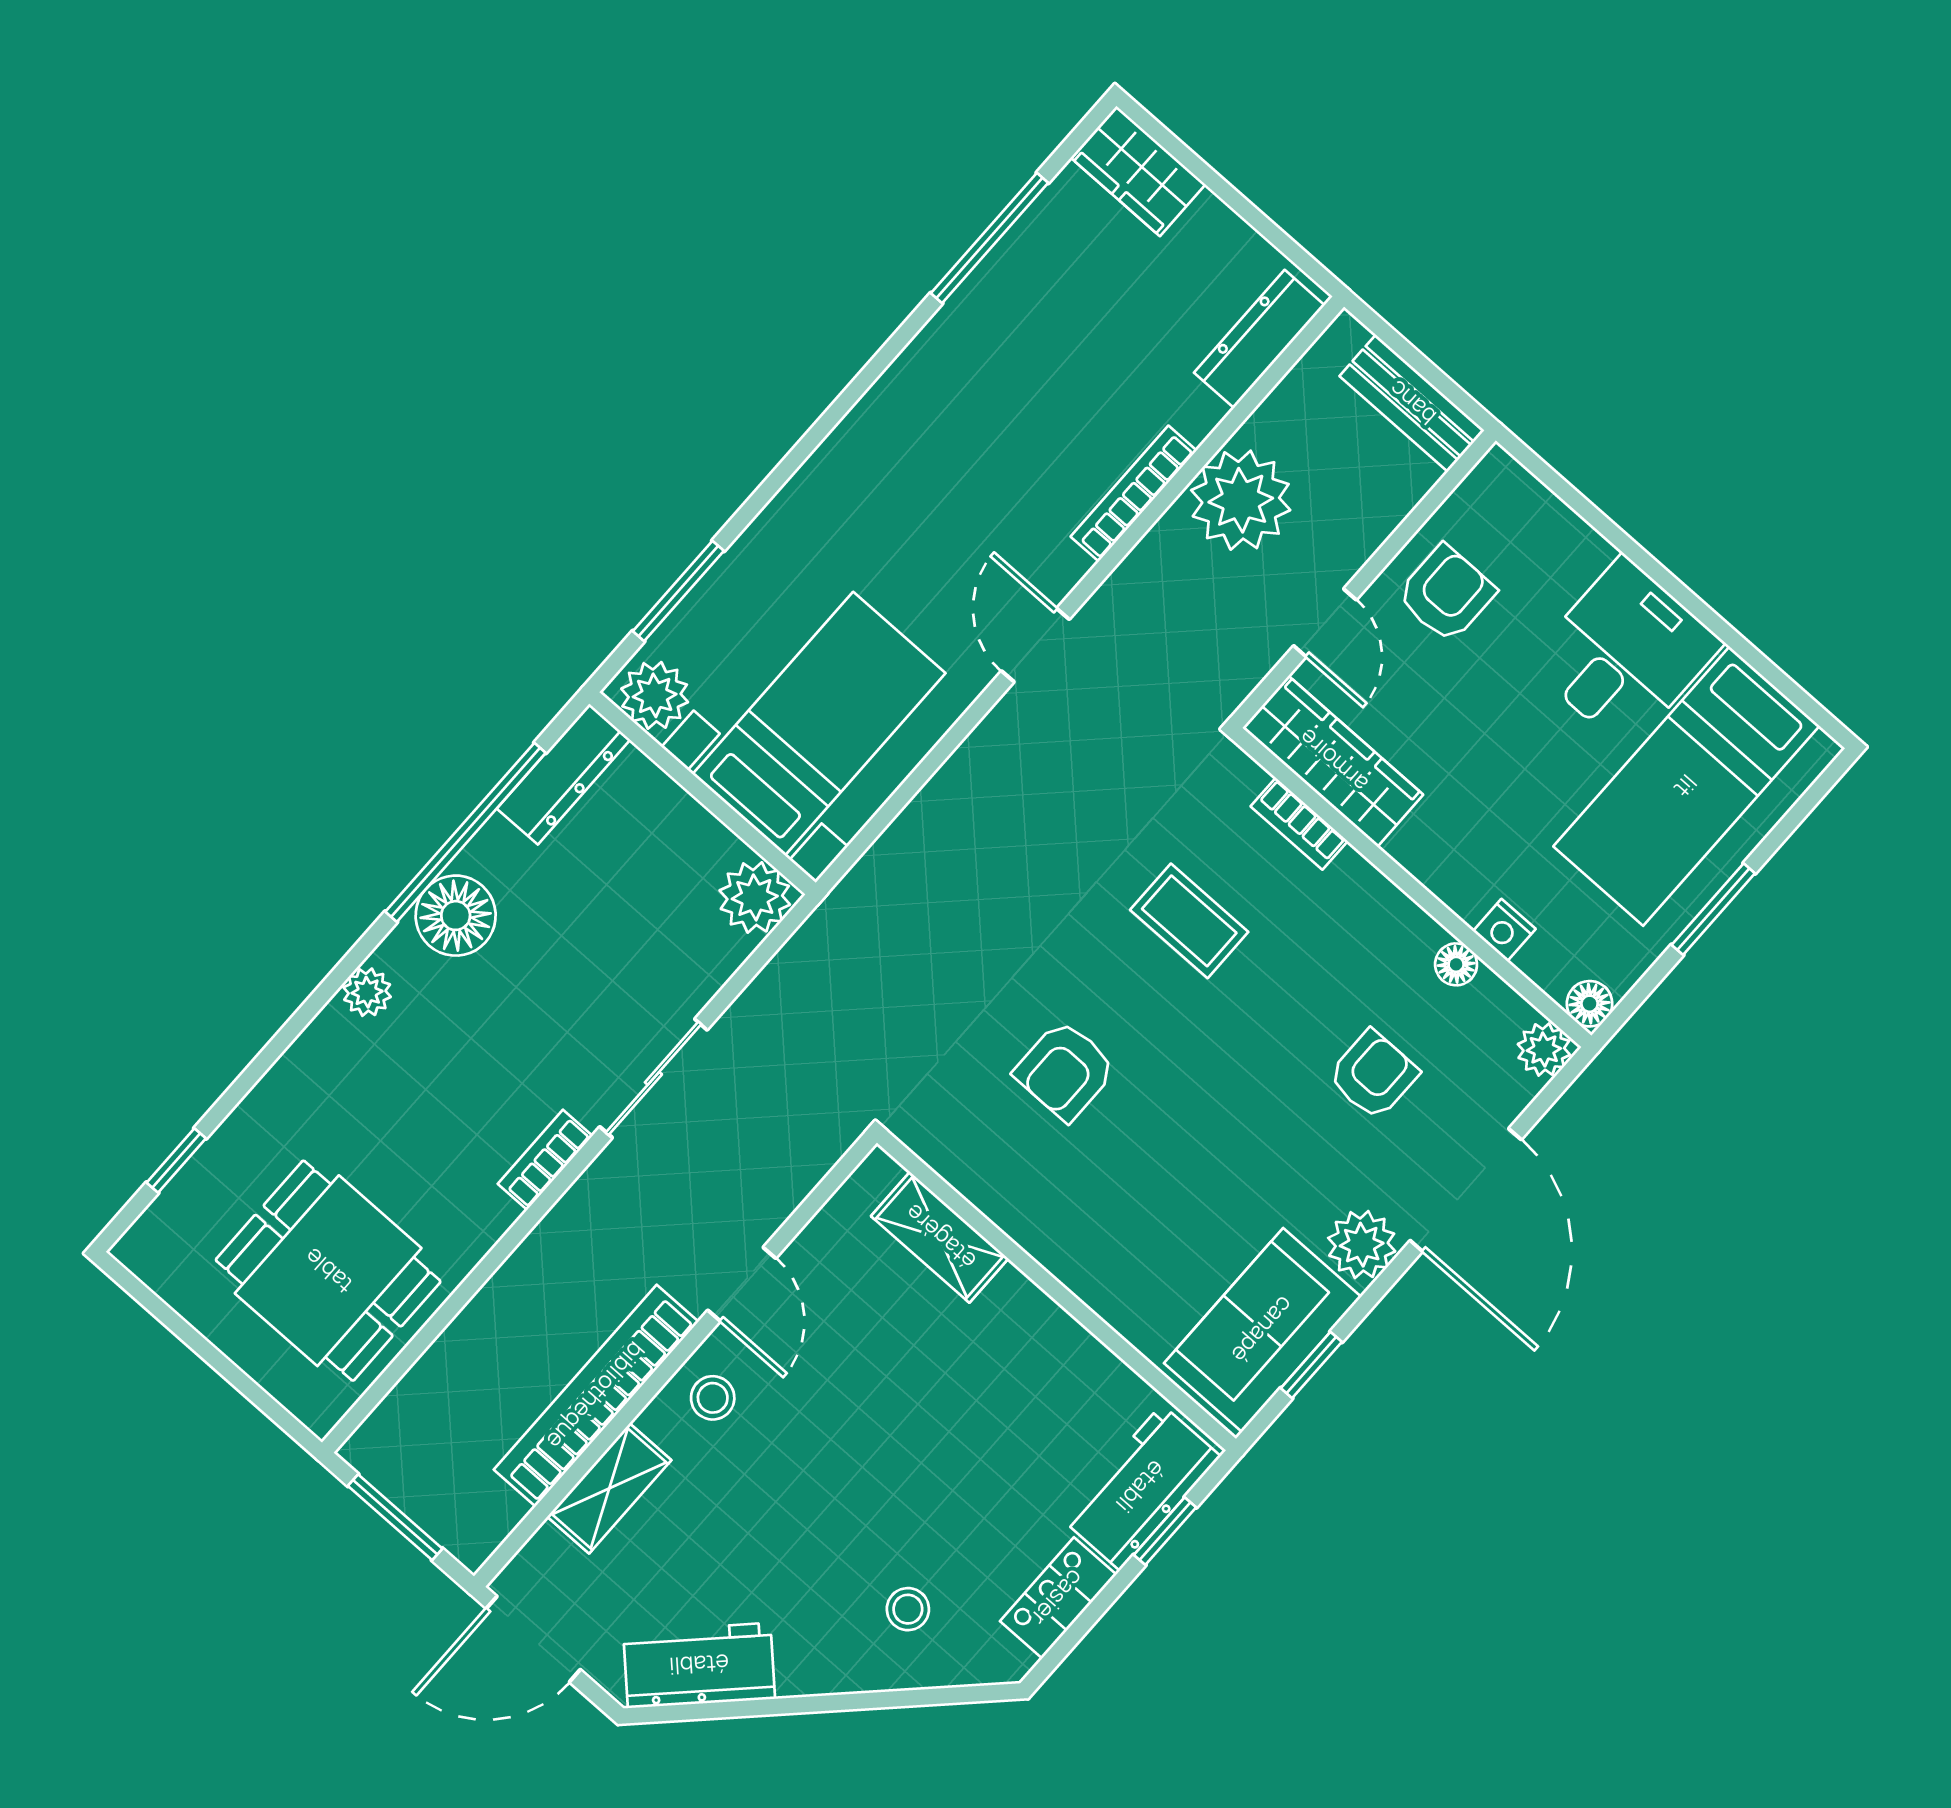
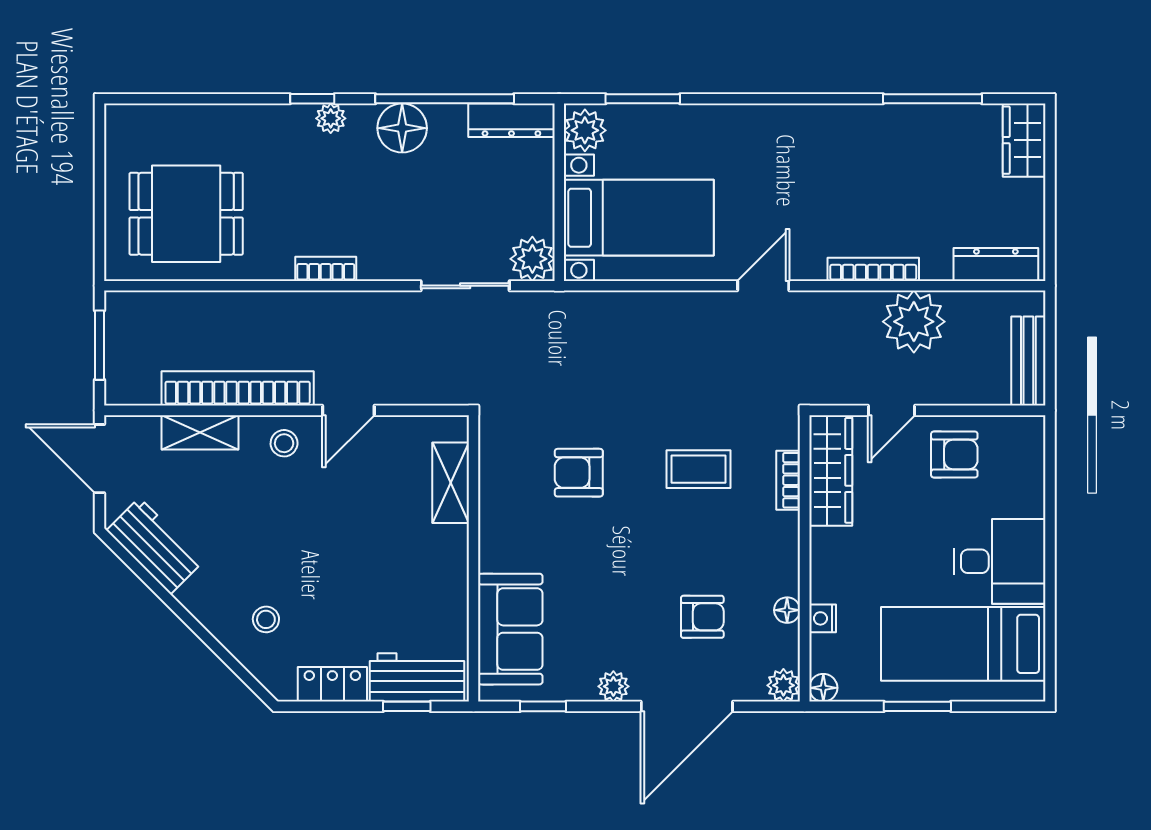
coffee table: (1189, 921) -> (698, 469), turned 90
sliding door: (653, 1078) -> (465, 286), moved
window: (176, 1160) -> (312, 99), moved
plant: (1362, 1245) -> (613, 686), width x0.73, depth x0.73
dining table: (328, 1271) -> (186, 214), turned 90
sofa: (1263, 1330) -> (510, 629), moved, turned 90

